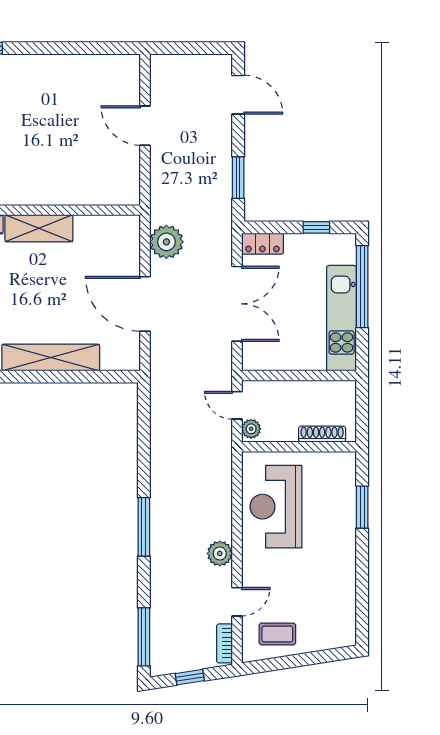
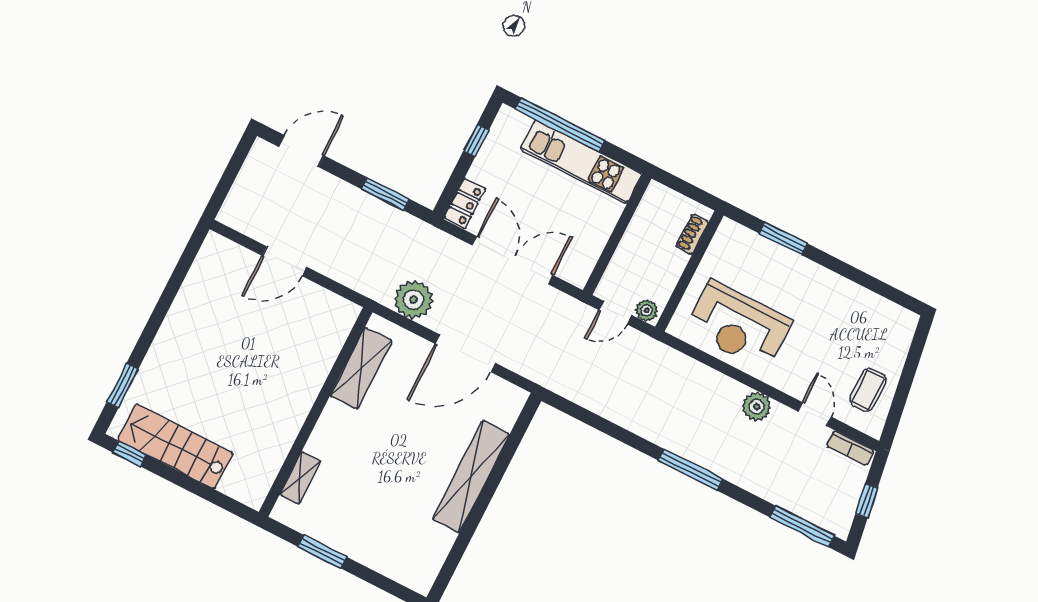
shelving: (39, 228) -> (361, 368), moved
shoe rack: (322, 434) -> (692, 234), width x0.70

